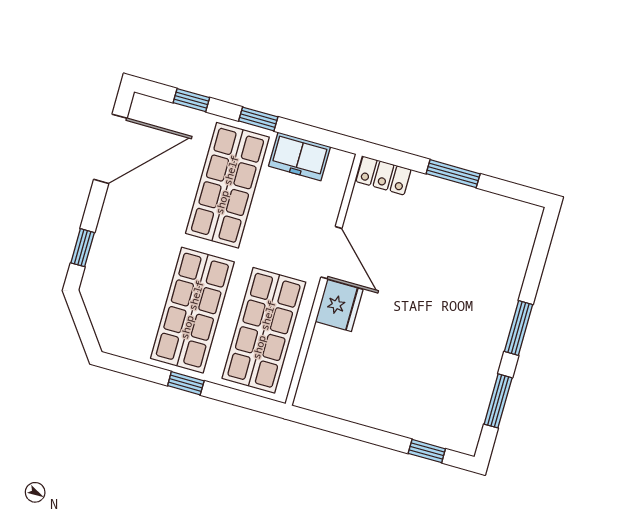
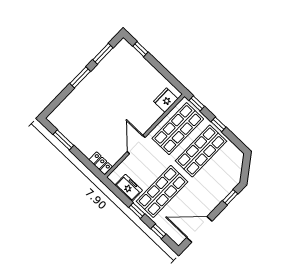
window: (453, 174) -> (63, 140), moved
fridge: (339, 306) -> (166, 100), moved
window: (253, 402) -> (197, 103), added

